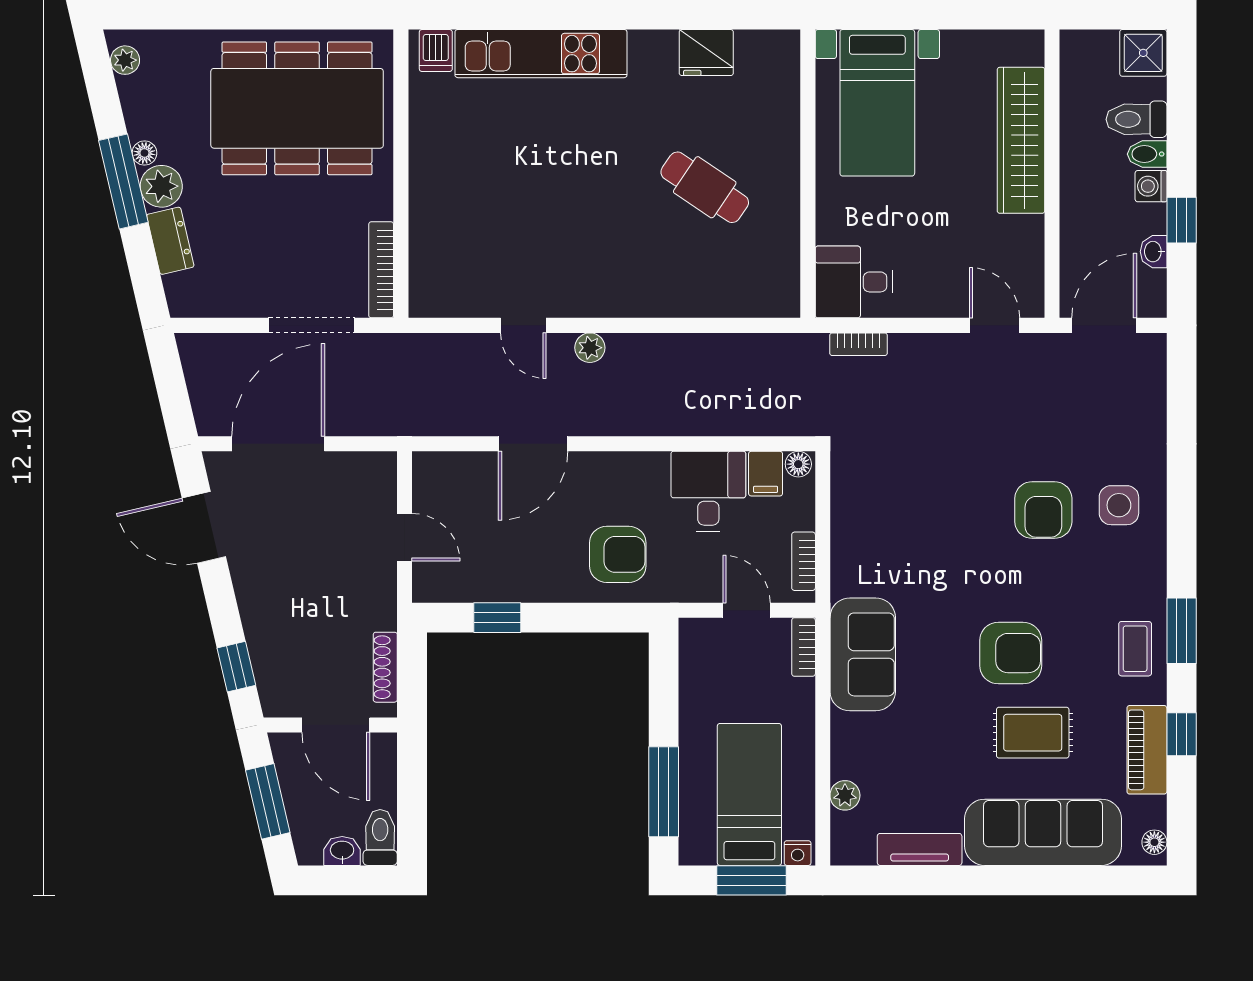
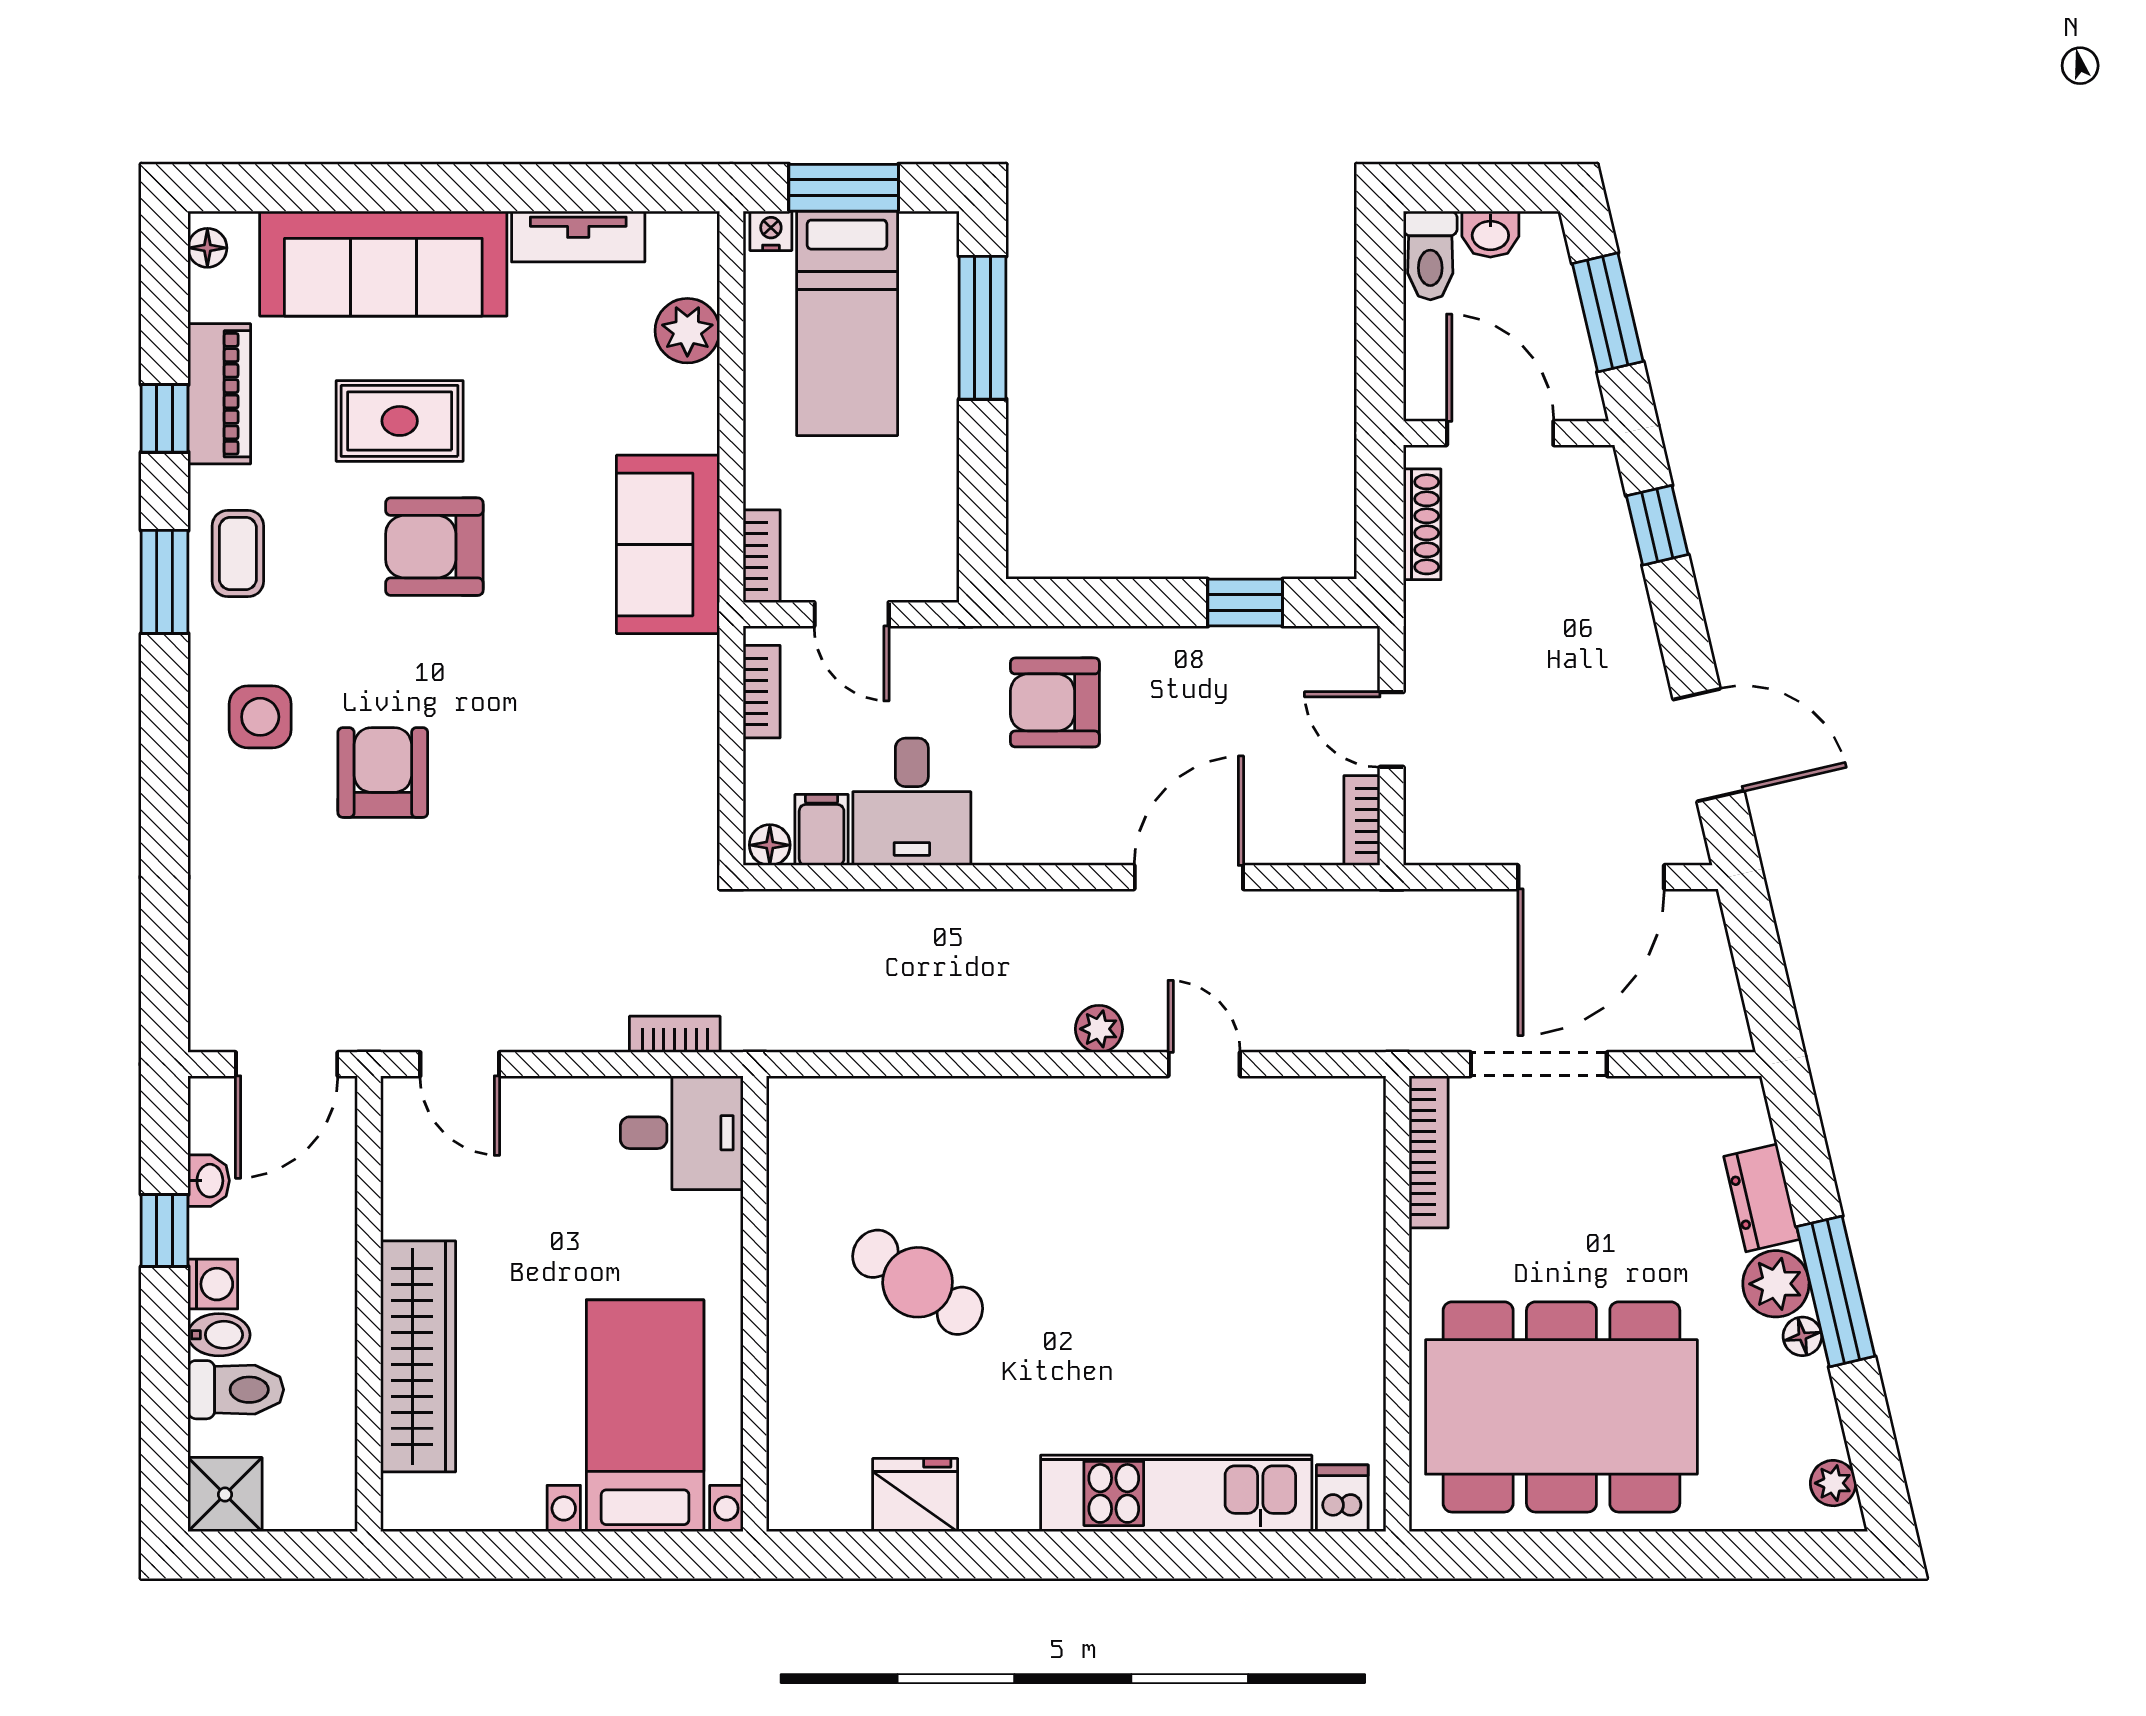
bookcase: (423, 480) -> (1362, 821), added
side table: (1119, 505) -> (260, 717), moved
plant: (845, 795) -> (687, 331), width x1.38, depth x1.38

